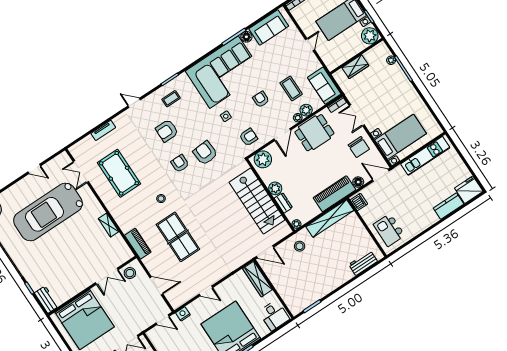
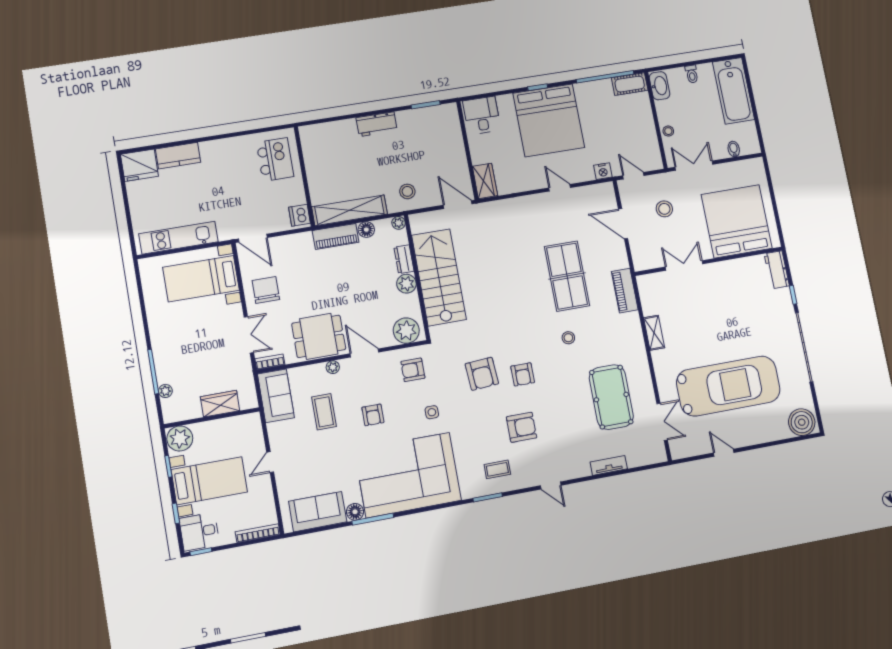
plant: (306, 110) -> (316, 373), removed
door: (282, 135) -> (364, 353), hinge flipped
floor lamp: (358, 182) -> (366, 230), moved
piano: (334, 194) -> (336, 236), width x0.73, depth x0.75
workbench: (363, 263) -> (377, 124), moved
stool: (130, 273) -> (664, 209), moved
wardrobe: (258, 279) -> (485, 181), width x0.67

